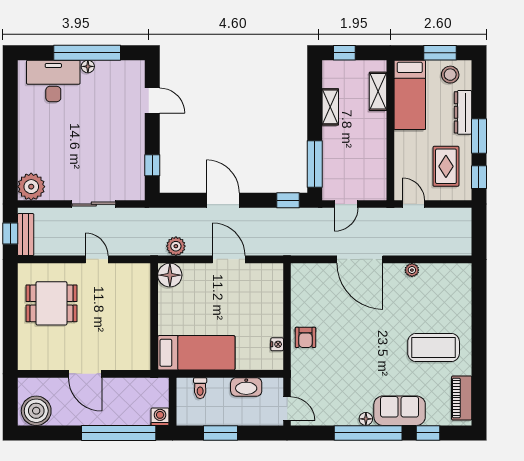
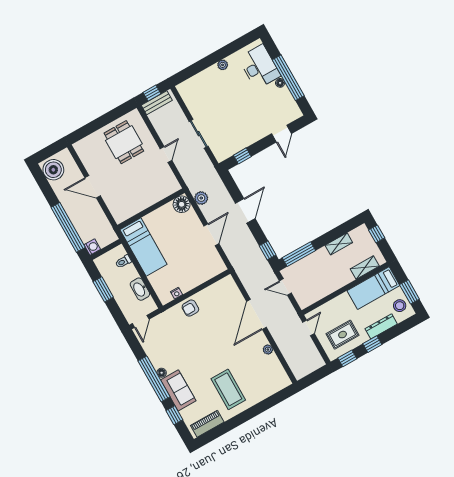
window: (479, 136) -> (372, 344), width x0.67
plant: (31, 187) -> (223, 65), moved, width x0.53, depth x0.53
door: (85, 374) -> (93, 187), hinge flipped

